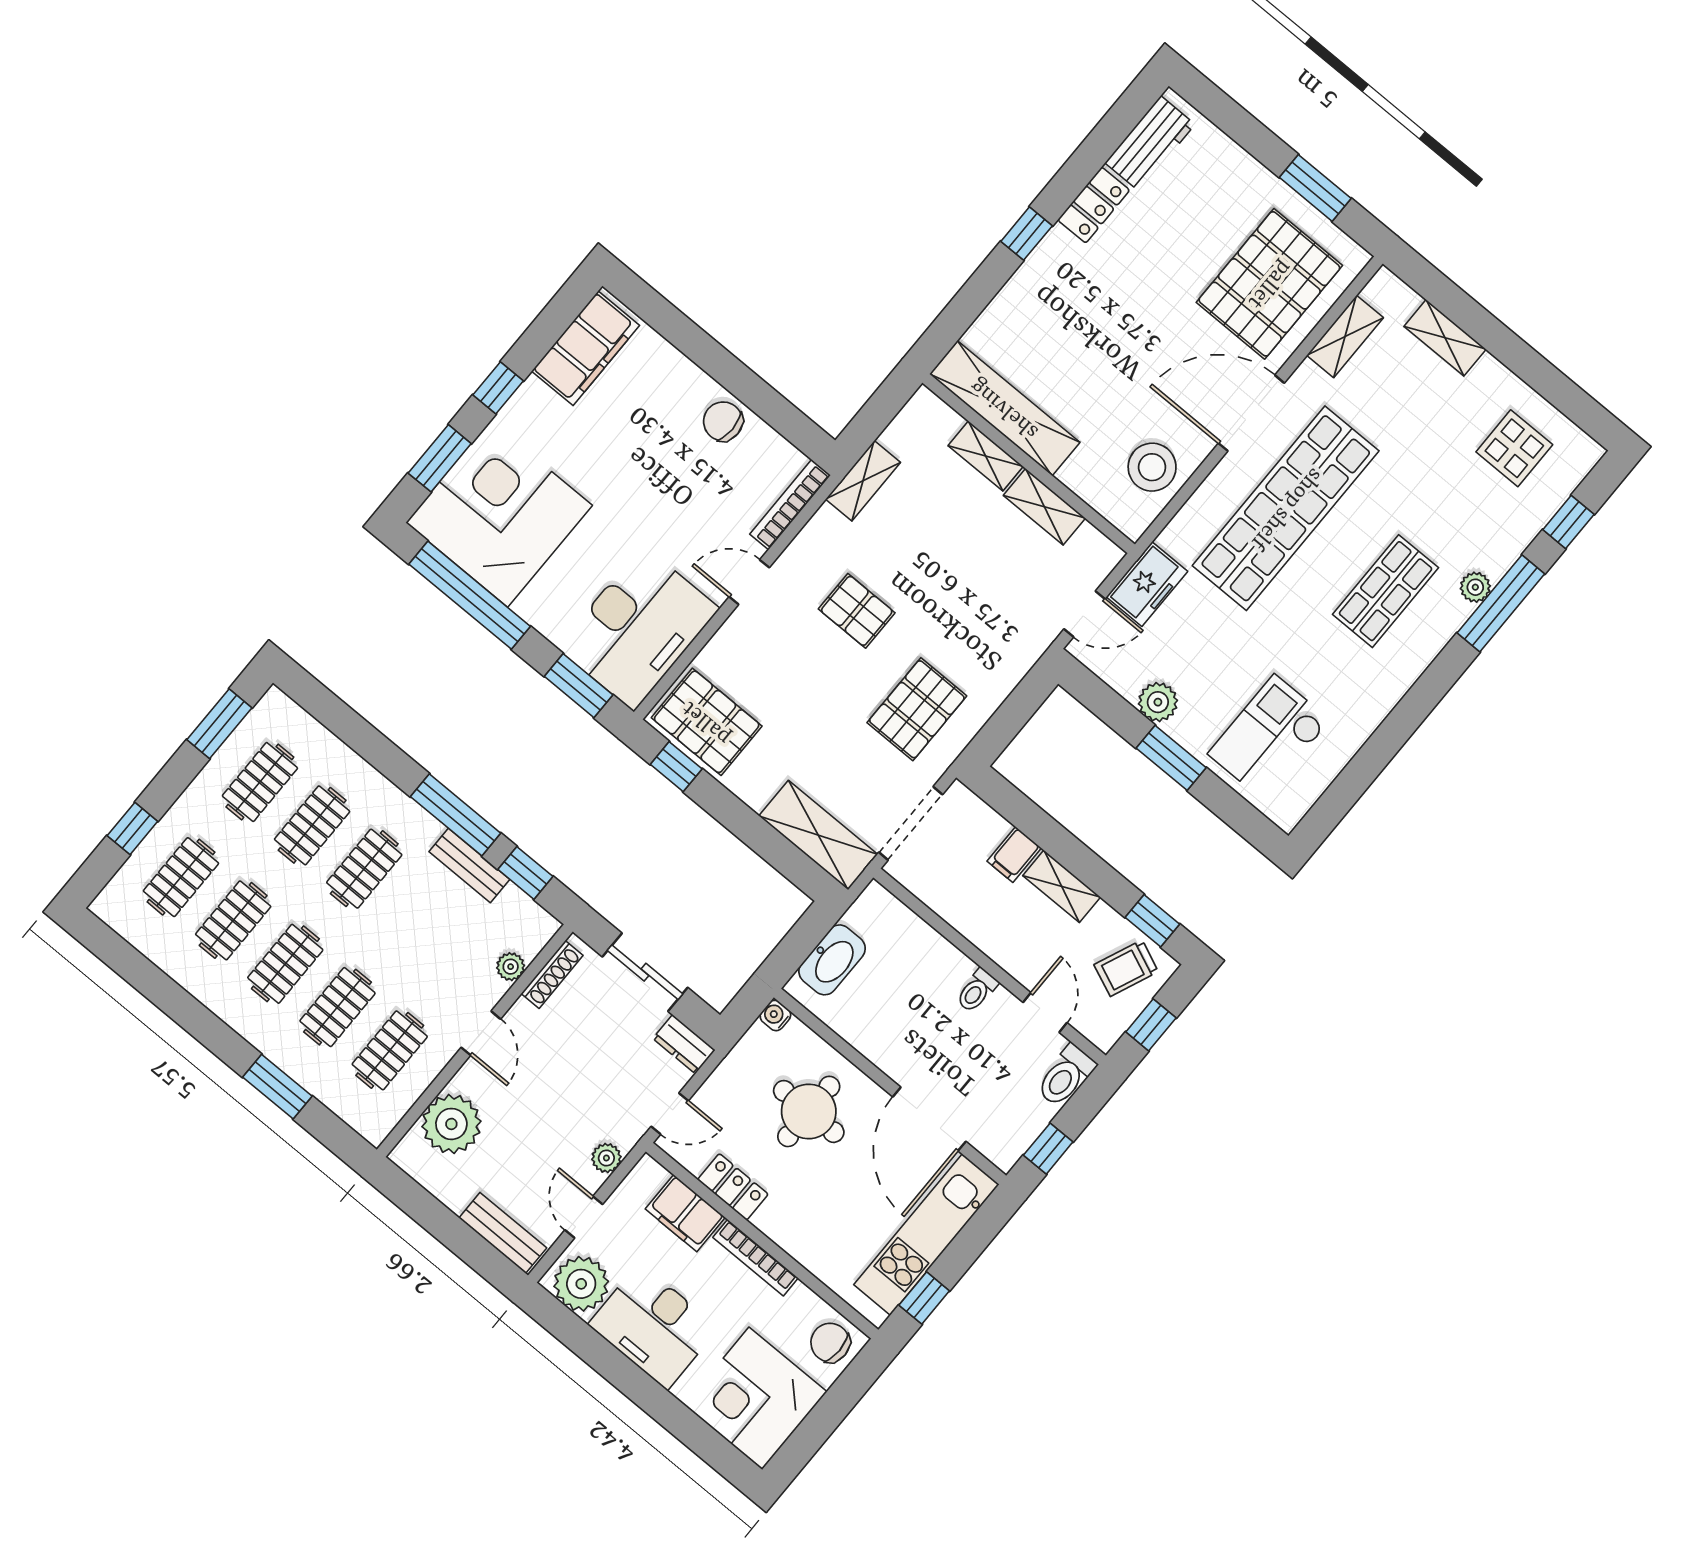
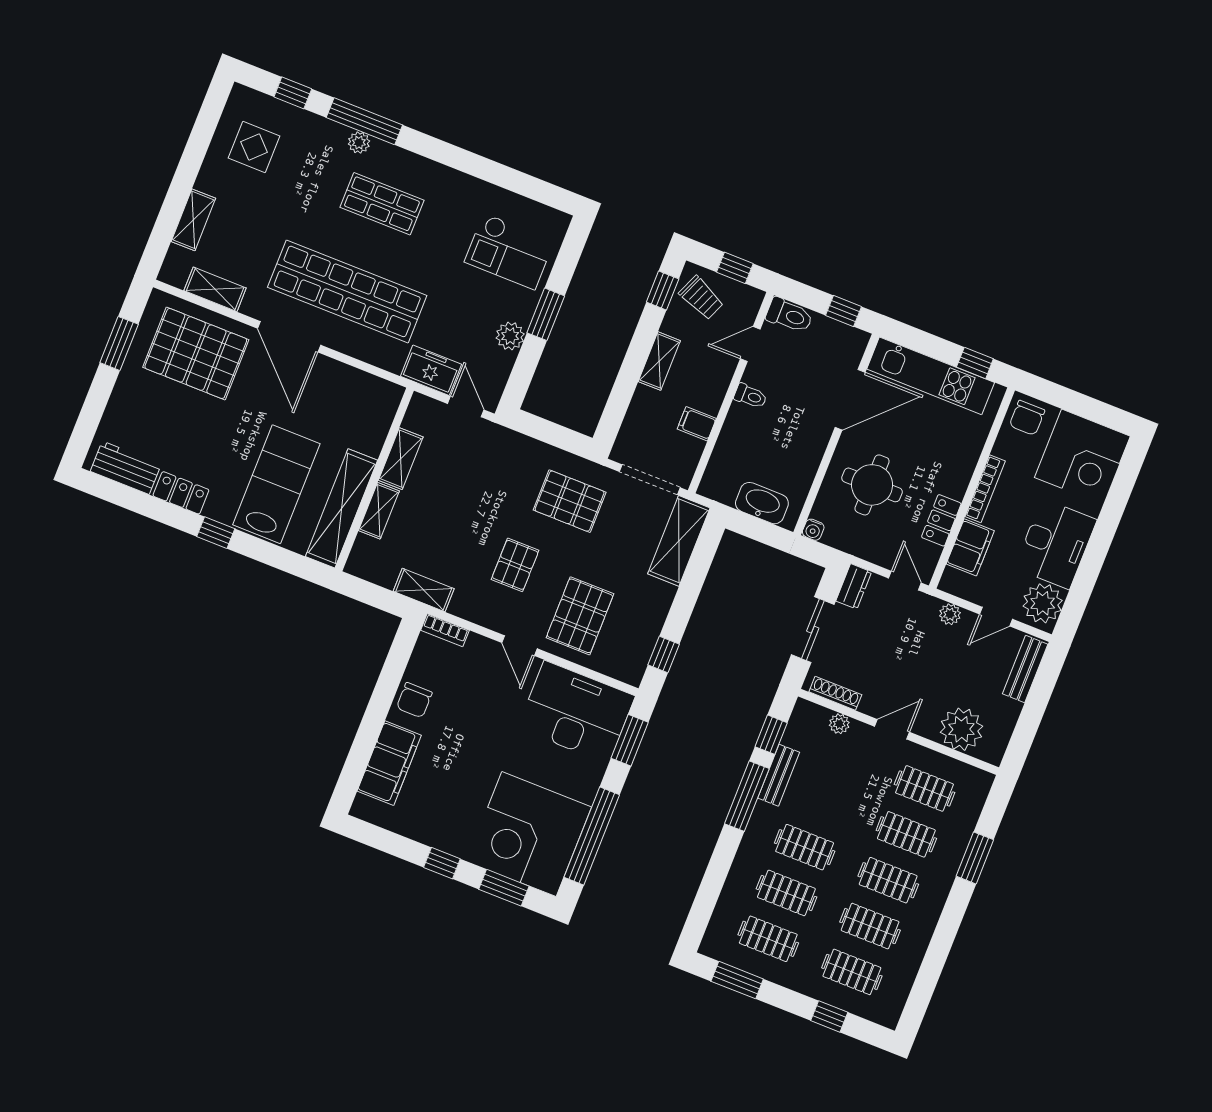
lab bench: (1064, 333) -> (276, 484), added
filing cabinet: (586, 348) -> (389, 763), moved, turned 90
stool: (1152, 467) -> (349, 393), removed
bookcase: (790, 505) -> (445, 630), width x0.64
pallet: (707, 722) -> (580, 616), moved
filing cabinet: (1014, 855) -> (697, 424), moved, turned 180

